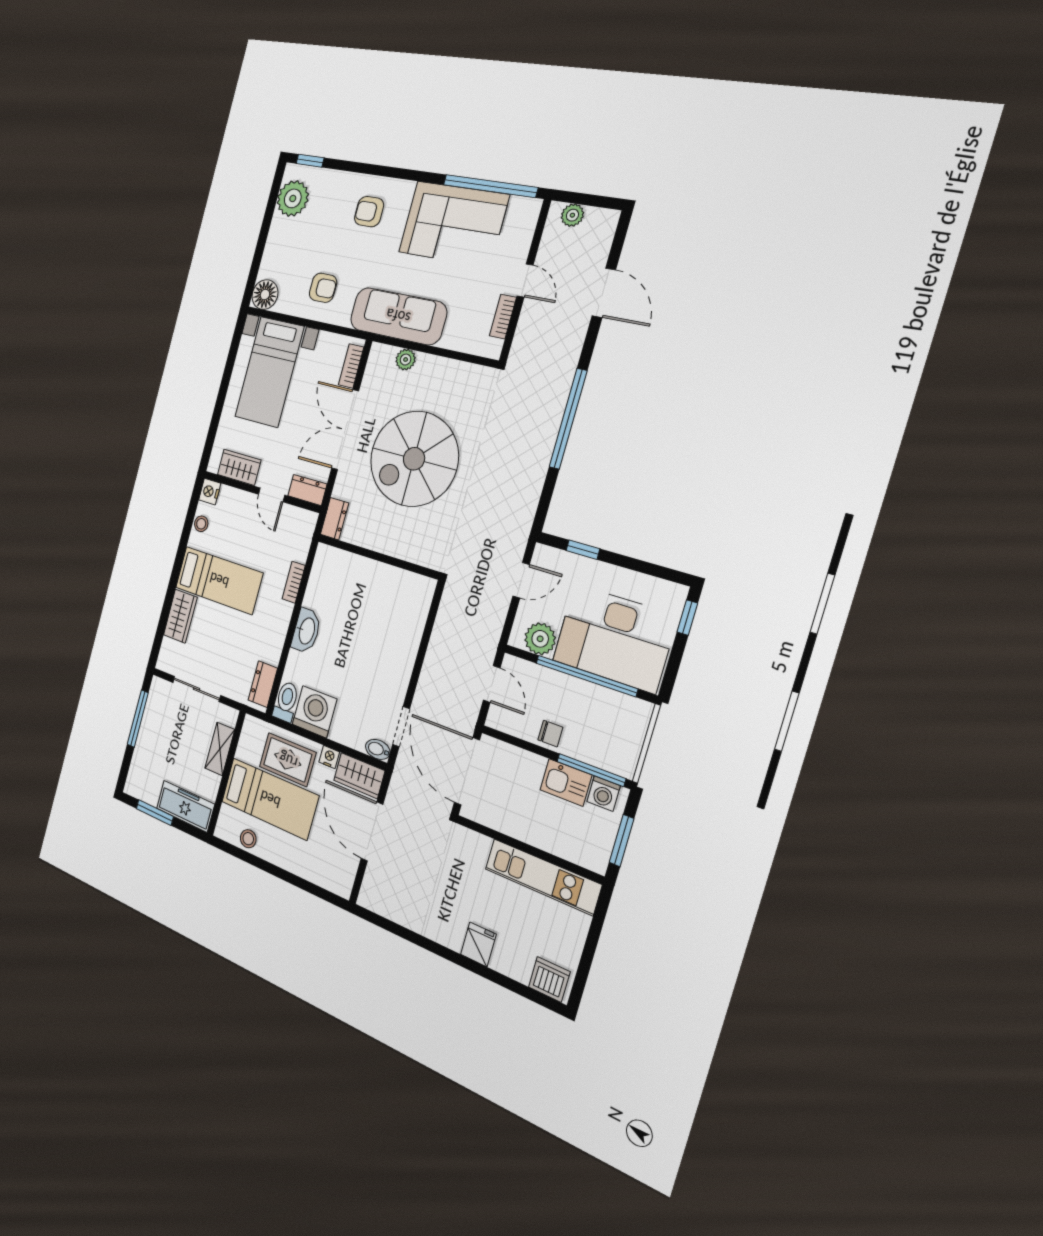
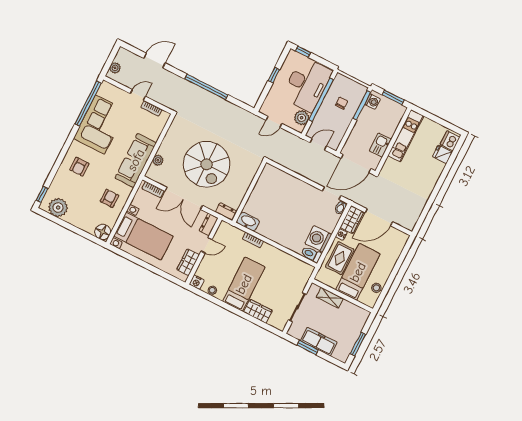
window: (583, 550) -> (274, 75), moved
door: (521, 580) -> (274, 122), swing flipped
washbasin: (306, 631) -> (248, 222), moved
dresser: (263, 684) -> (301, 266), removed
window: (138, 719) -> (308, 348), width x0.69
chair: (550, 734) -> (342, 103), moved
kitchen sink: (566, 782) -> (380, 145), moved, turned 180
freezer: (185, 806) -> (319, 342), moved, turned 90
fridge: (478, 944) -> (442, 154), moved

